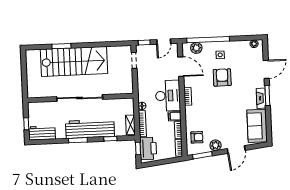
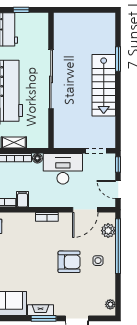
stairs: (74, 61) -> (104, 85), width x0.73, depth x0.66
desk: (168, 96) -> (63, 169), moved, turned 180

